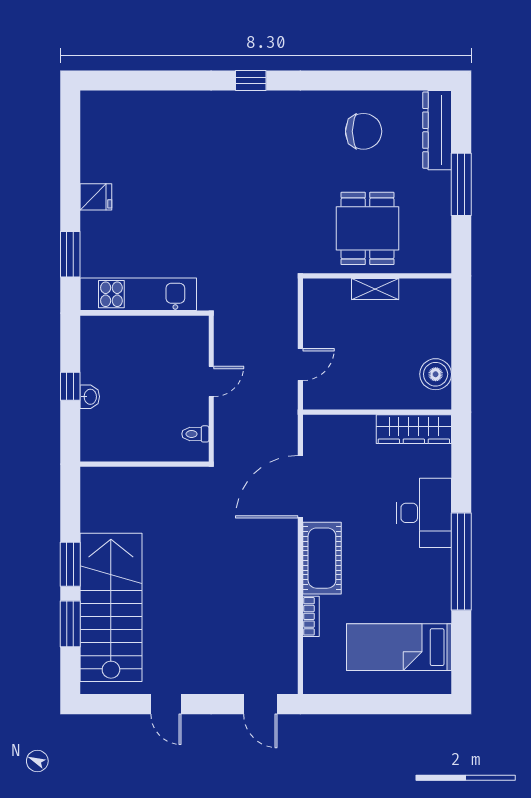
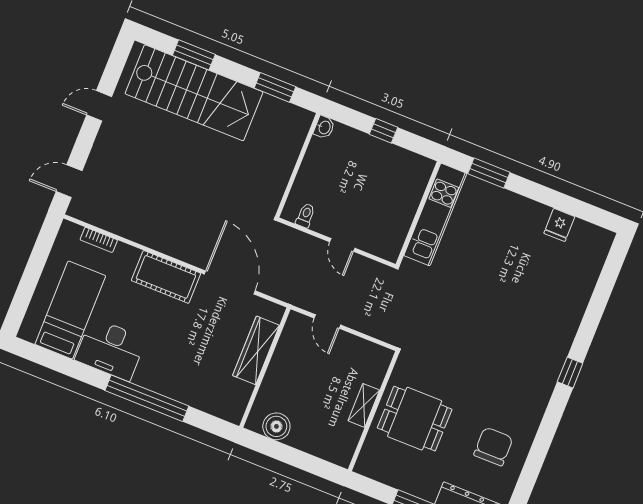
chair: (364, 131) -> (493, 446), turned 180
fridge: (96, 197) -> (559, 225), moved
washbasin: (90, 397) -> (324, 127), moved, turned -90
wardrobe: (414, 429) -> (256, 350), moved
desk: (424, 513) -> (110, 349), moved
window: (461, 562) -> (147, 398), moved
window: (70, 564) -> (275, 87), moved
bookcase: (311, 616) -> (99, 240), moved

